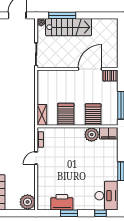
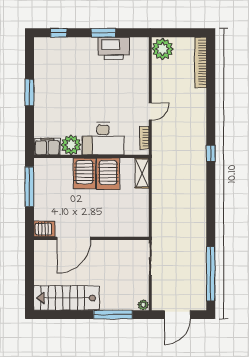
stairs: (69, 27) -> (66, 298), moved
server rack: (93, 115) -> (84, 173), moved
desk: (106, 196) -> (103, 139), moved, turned -90

